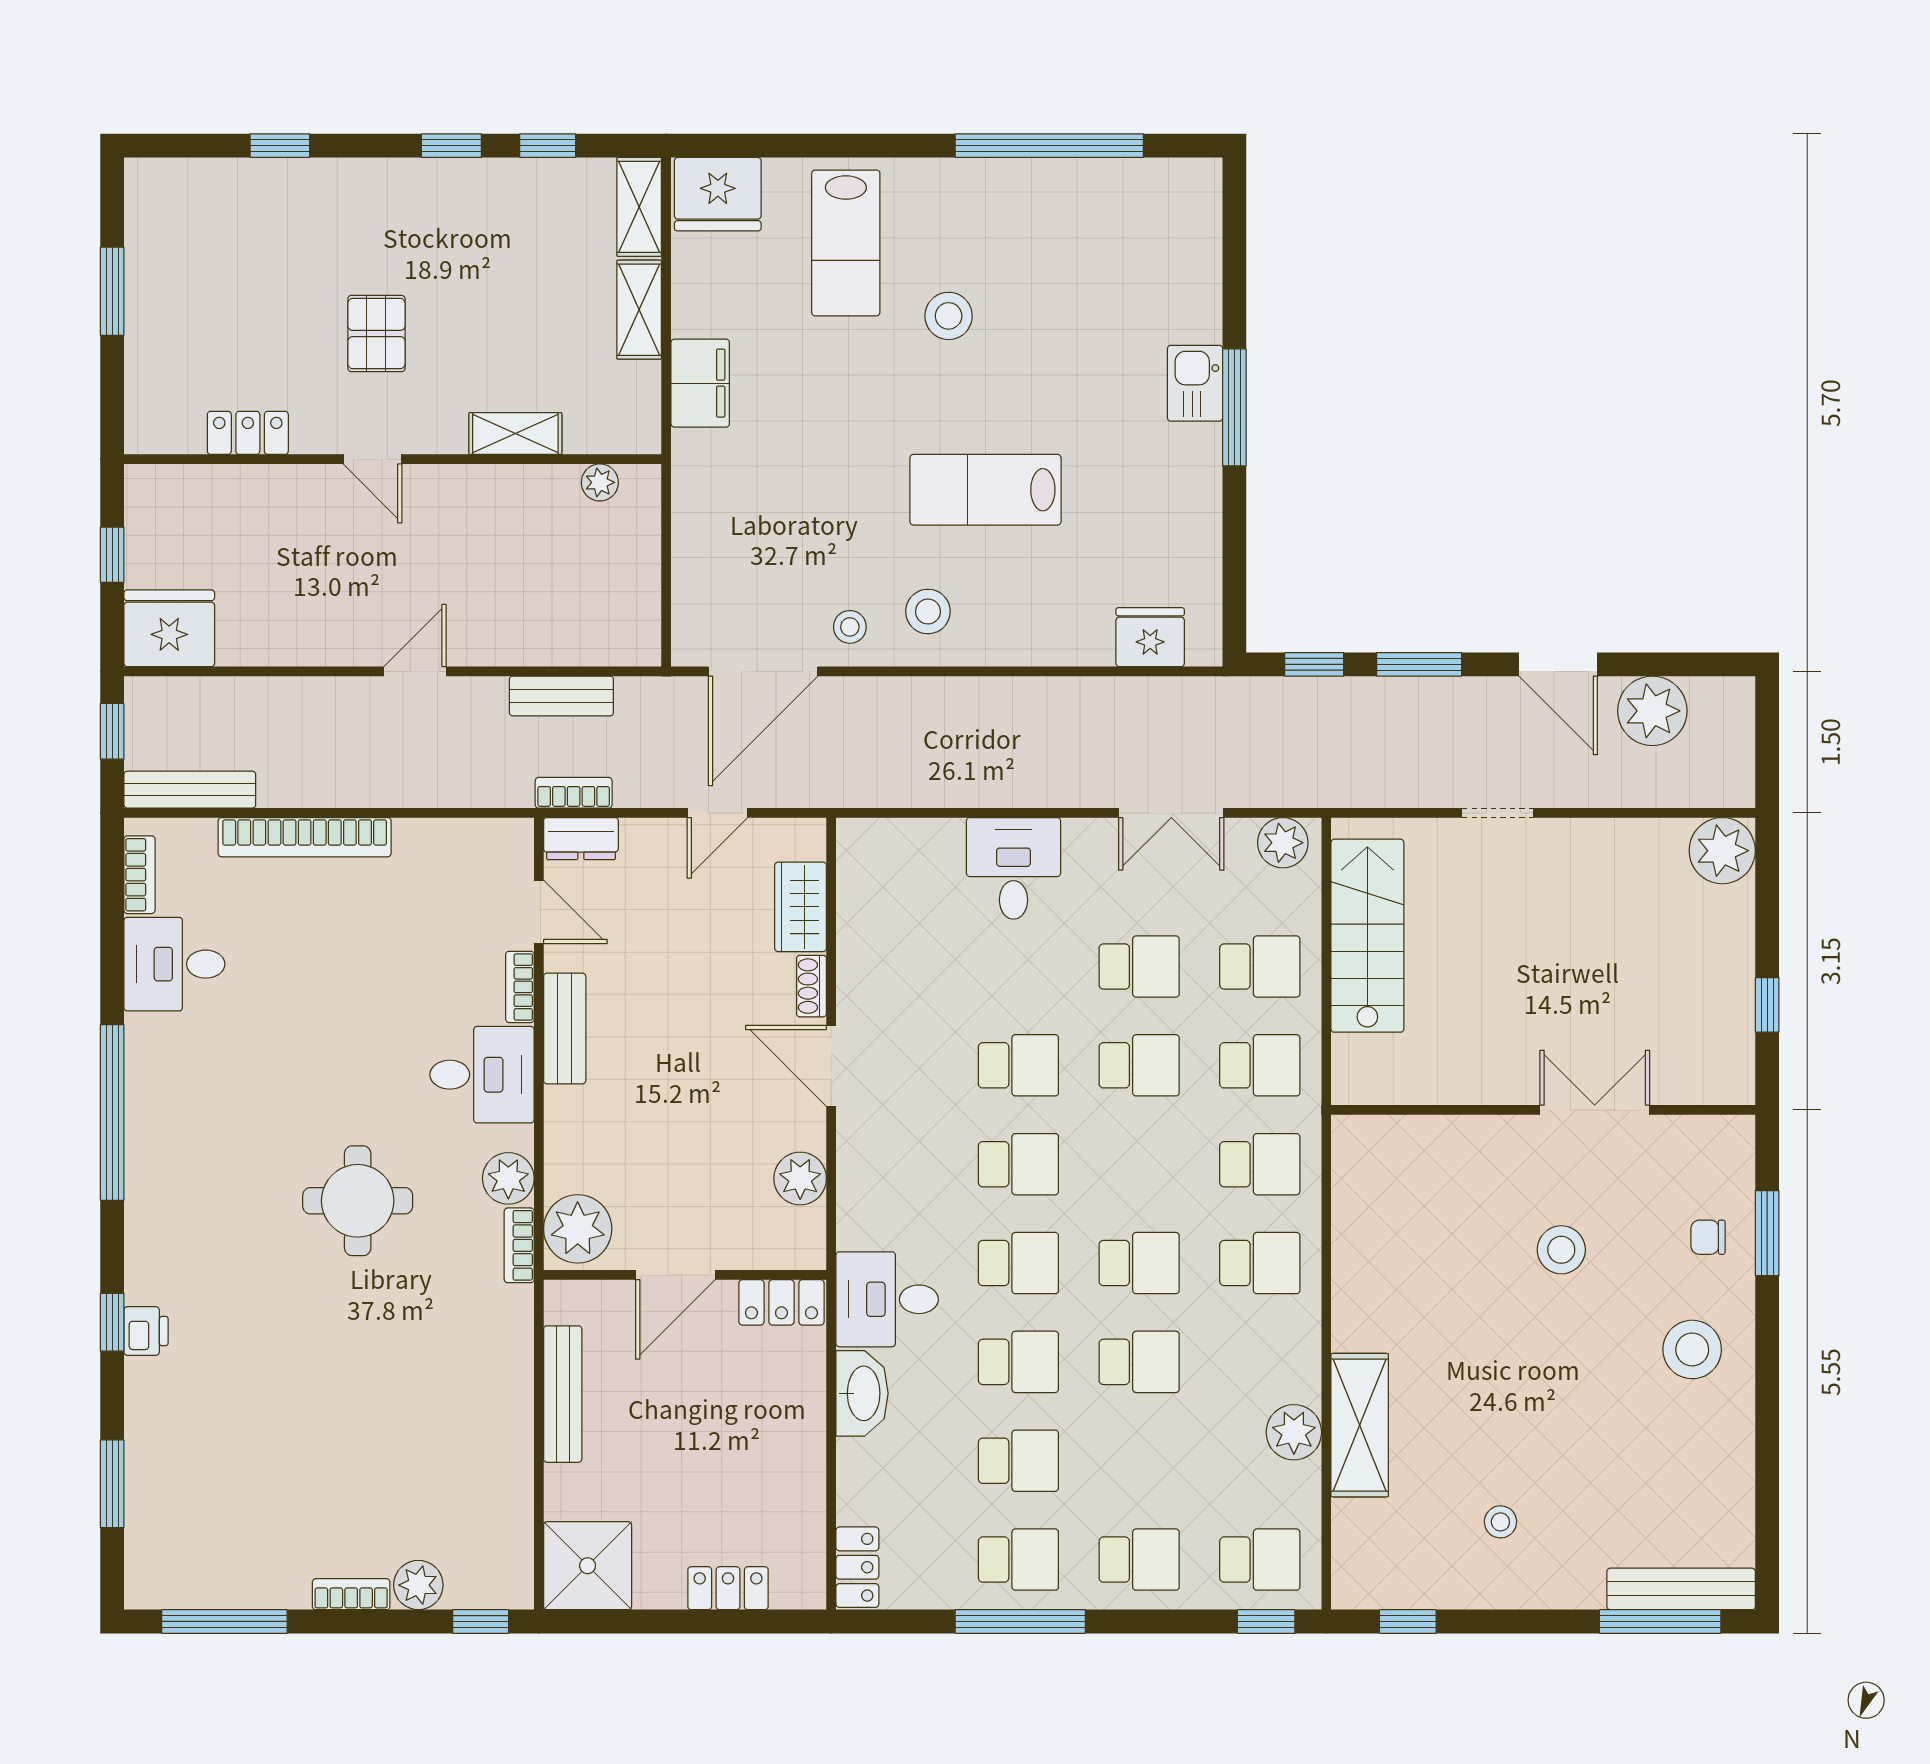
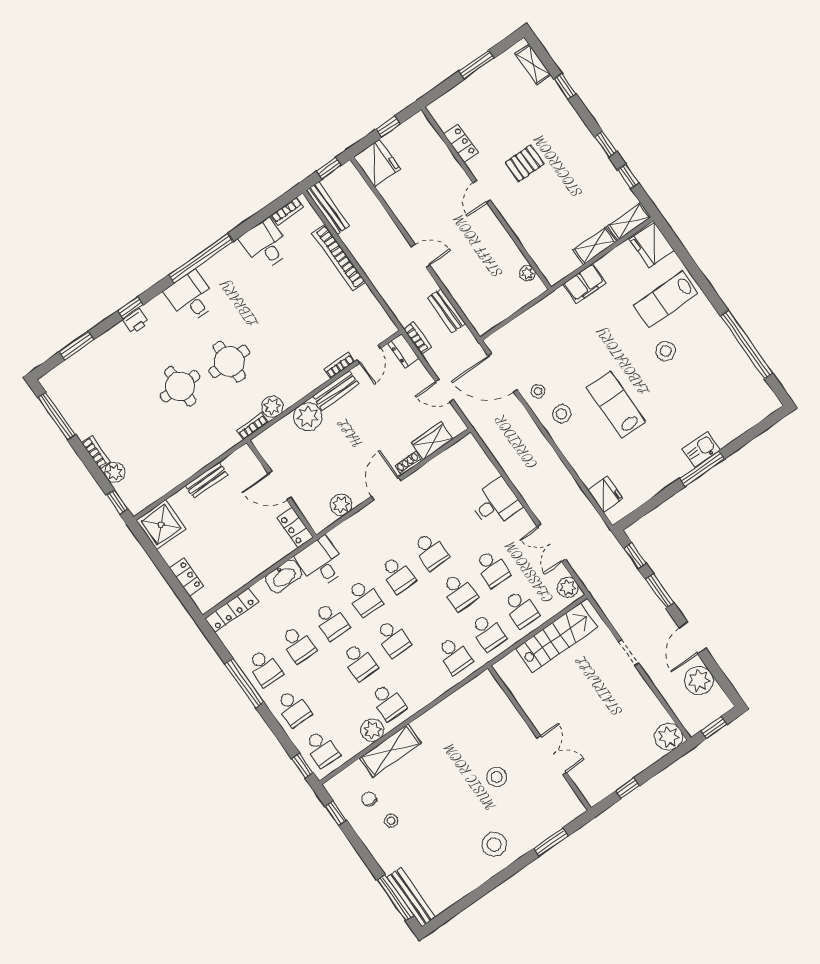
shelving: (515, 434) -> (533, 64), moved
window: (1767, 747) -> (714, 728), added
desk: (482, 1075) -> (191, 297), moved, turned 180
plant: (578, 1229) -> (308, 417), moved
chair: (1708, 1237) -> (369, 799), moved
school desk: (1260, 1263) -> (388, 702), moved
round table: (338, 1334) -> (180, 386), added
bench: (563, 1394) -> (207, 480), width x0.73
locker: (857, 1567) -> (232, 610), width x1.53

